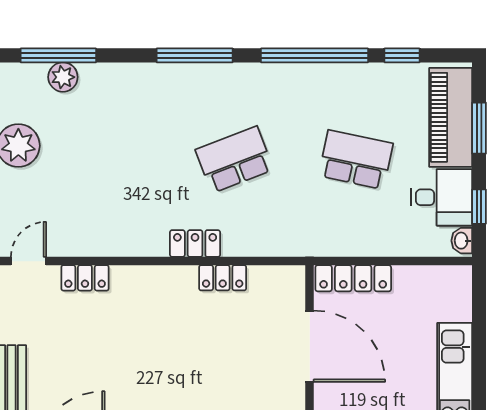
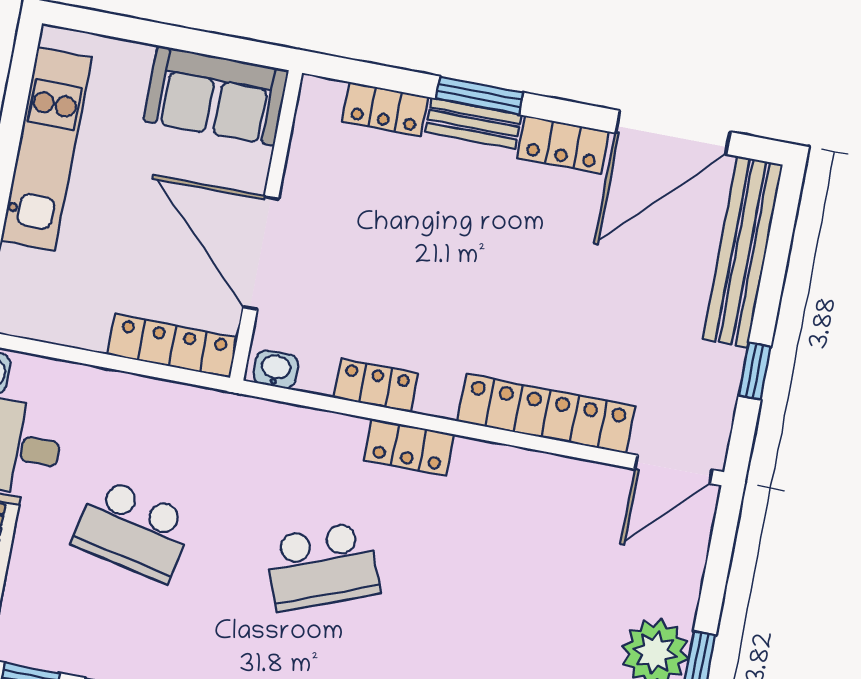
door: (29, 261) -> (674, 469), width x1.38
washbasin: (287, 276) -> (276, 369), added
locker: (85, 278) -> (546, 414), width x2.16, depth x1.21

